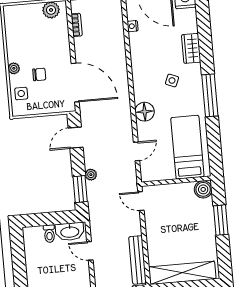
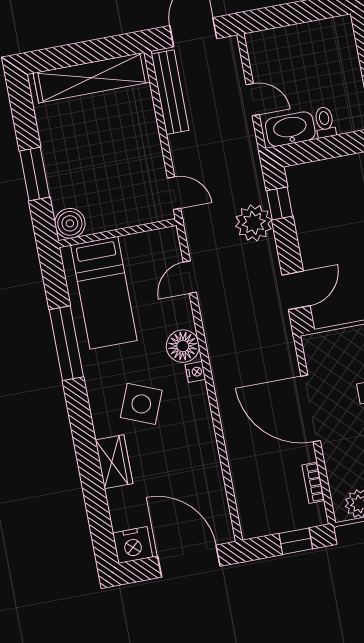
nightstand: (133, 26) -> (195, 372), moved
side table: (172, 80) -> (141, 404), width x1.87, depth x1.87
door: (75, 83) -> (311, 408), moved
window: (210, 95) -> (66, 343), moved
plant: (91, 175) -> (254, 223), width x1.87, depth x1.87
window: (80, 189) -> (280, 203), width x0.67

